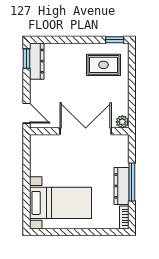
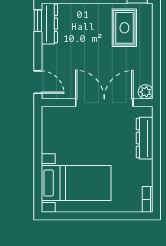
rug: (103, 65) -> (124, 28), turned 90
window: (132, 182) -> (156, 159), removed
dresser: (121, 186) -> (145, 138), moved

